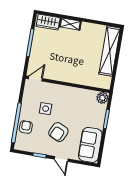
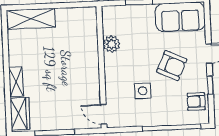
shelving: (110, 51) -> (31, 19), width x0.68
plant: (102, 98) -> (111, 44), moved
armchair: (26, 127) -> (196, 102), moved

